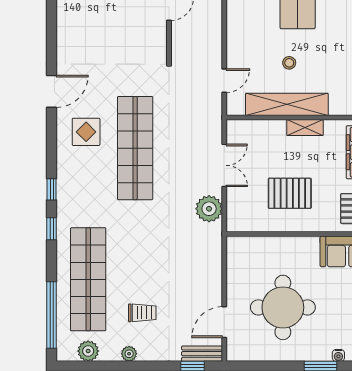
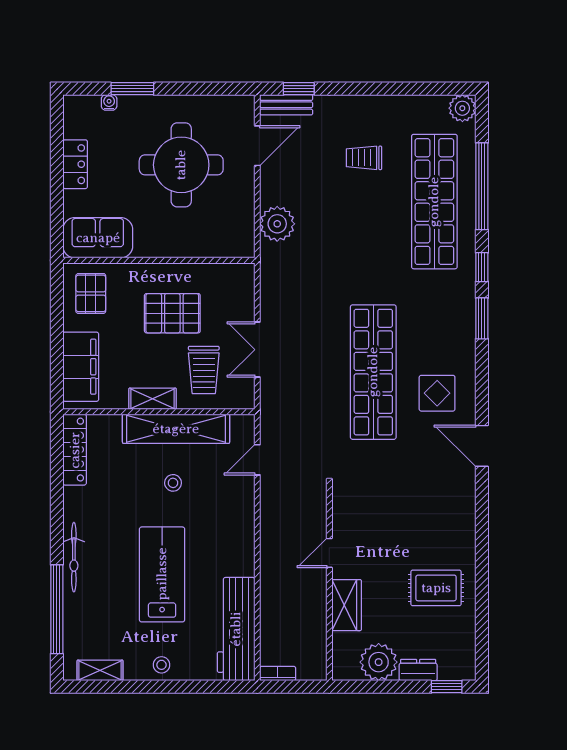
door: (52, 91) -> (482, 446), hinge flipped
trolley: (266, 150) -> (204, 370), added
window: (52, 189) -> (482, 318), width x1.50
plant: (209, 209) -> (277, 224), moved
window: (52, 315) -> (482, 186), moved
plant: (88, 351) -> (462, 108), moved
plant: (129, 354) -> (381, 105), removed

